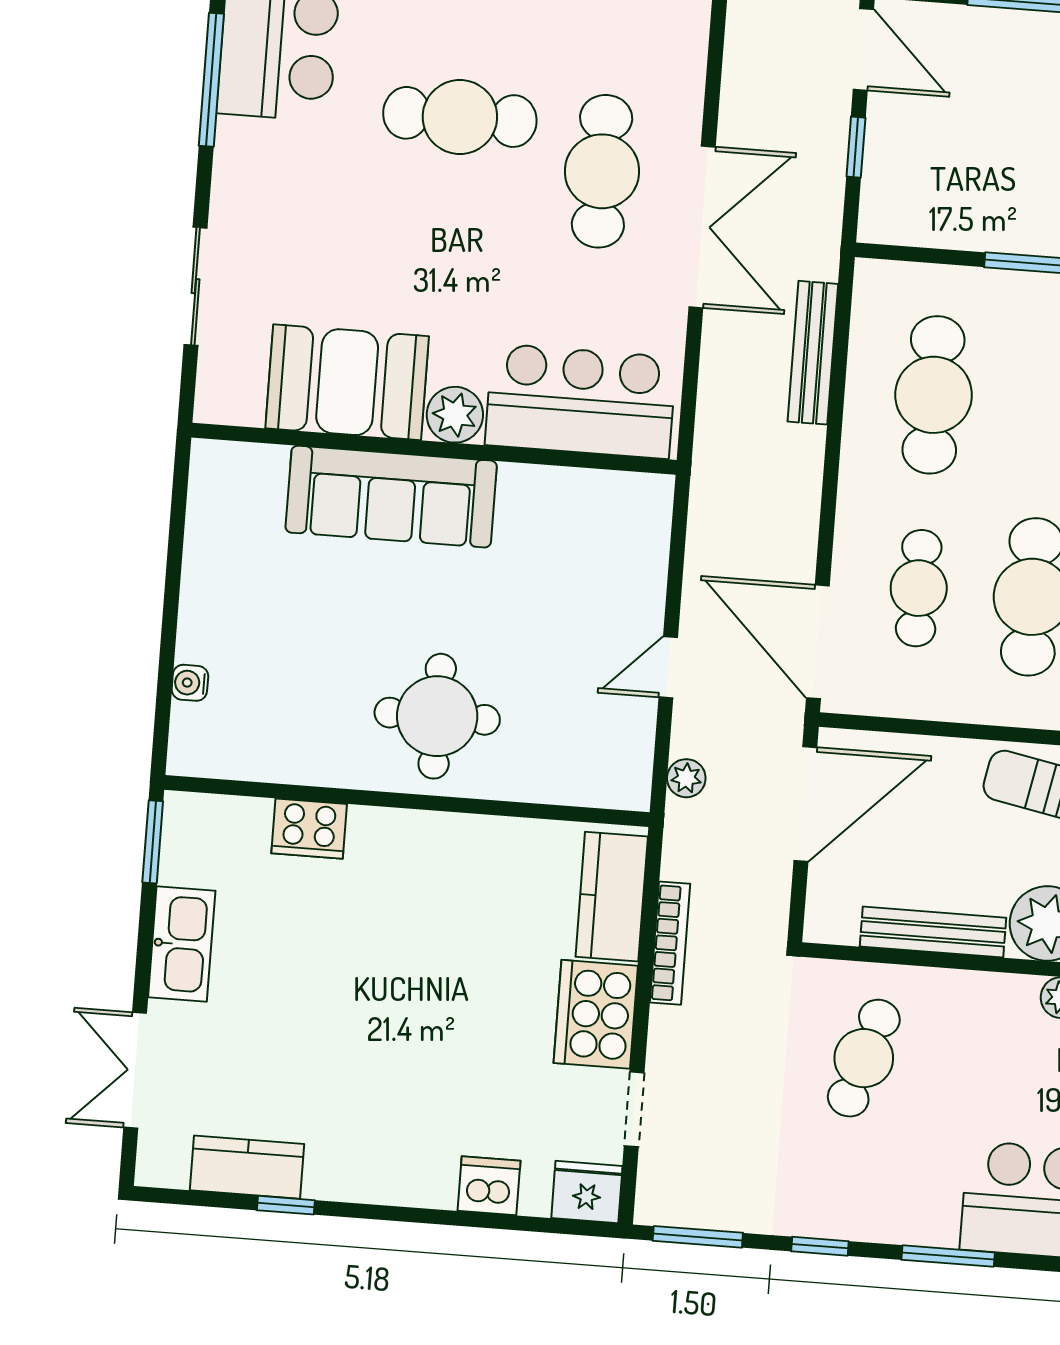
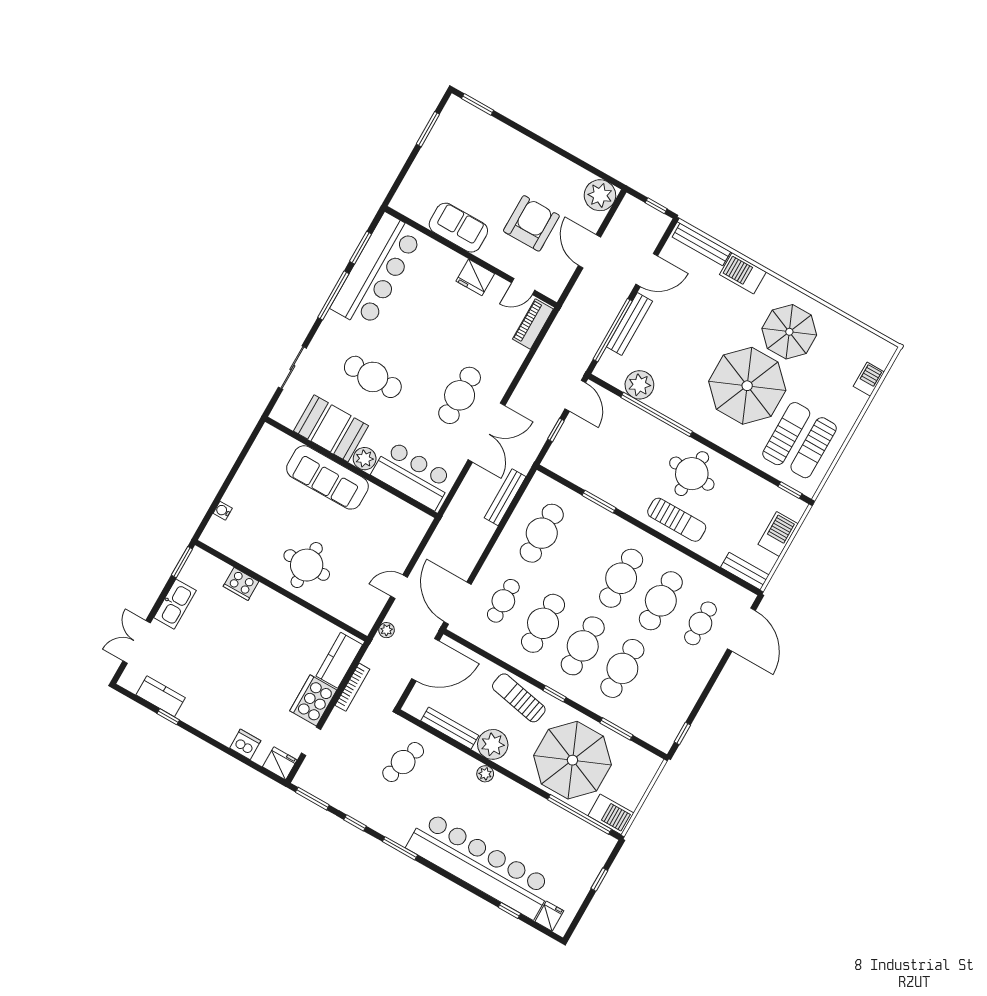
cafe table: (460, 117) -> (373, 377), moved

